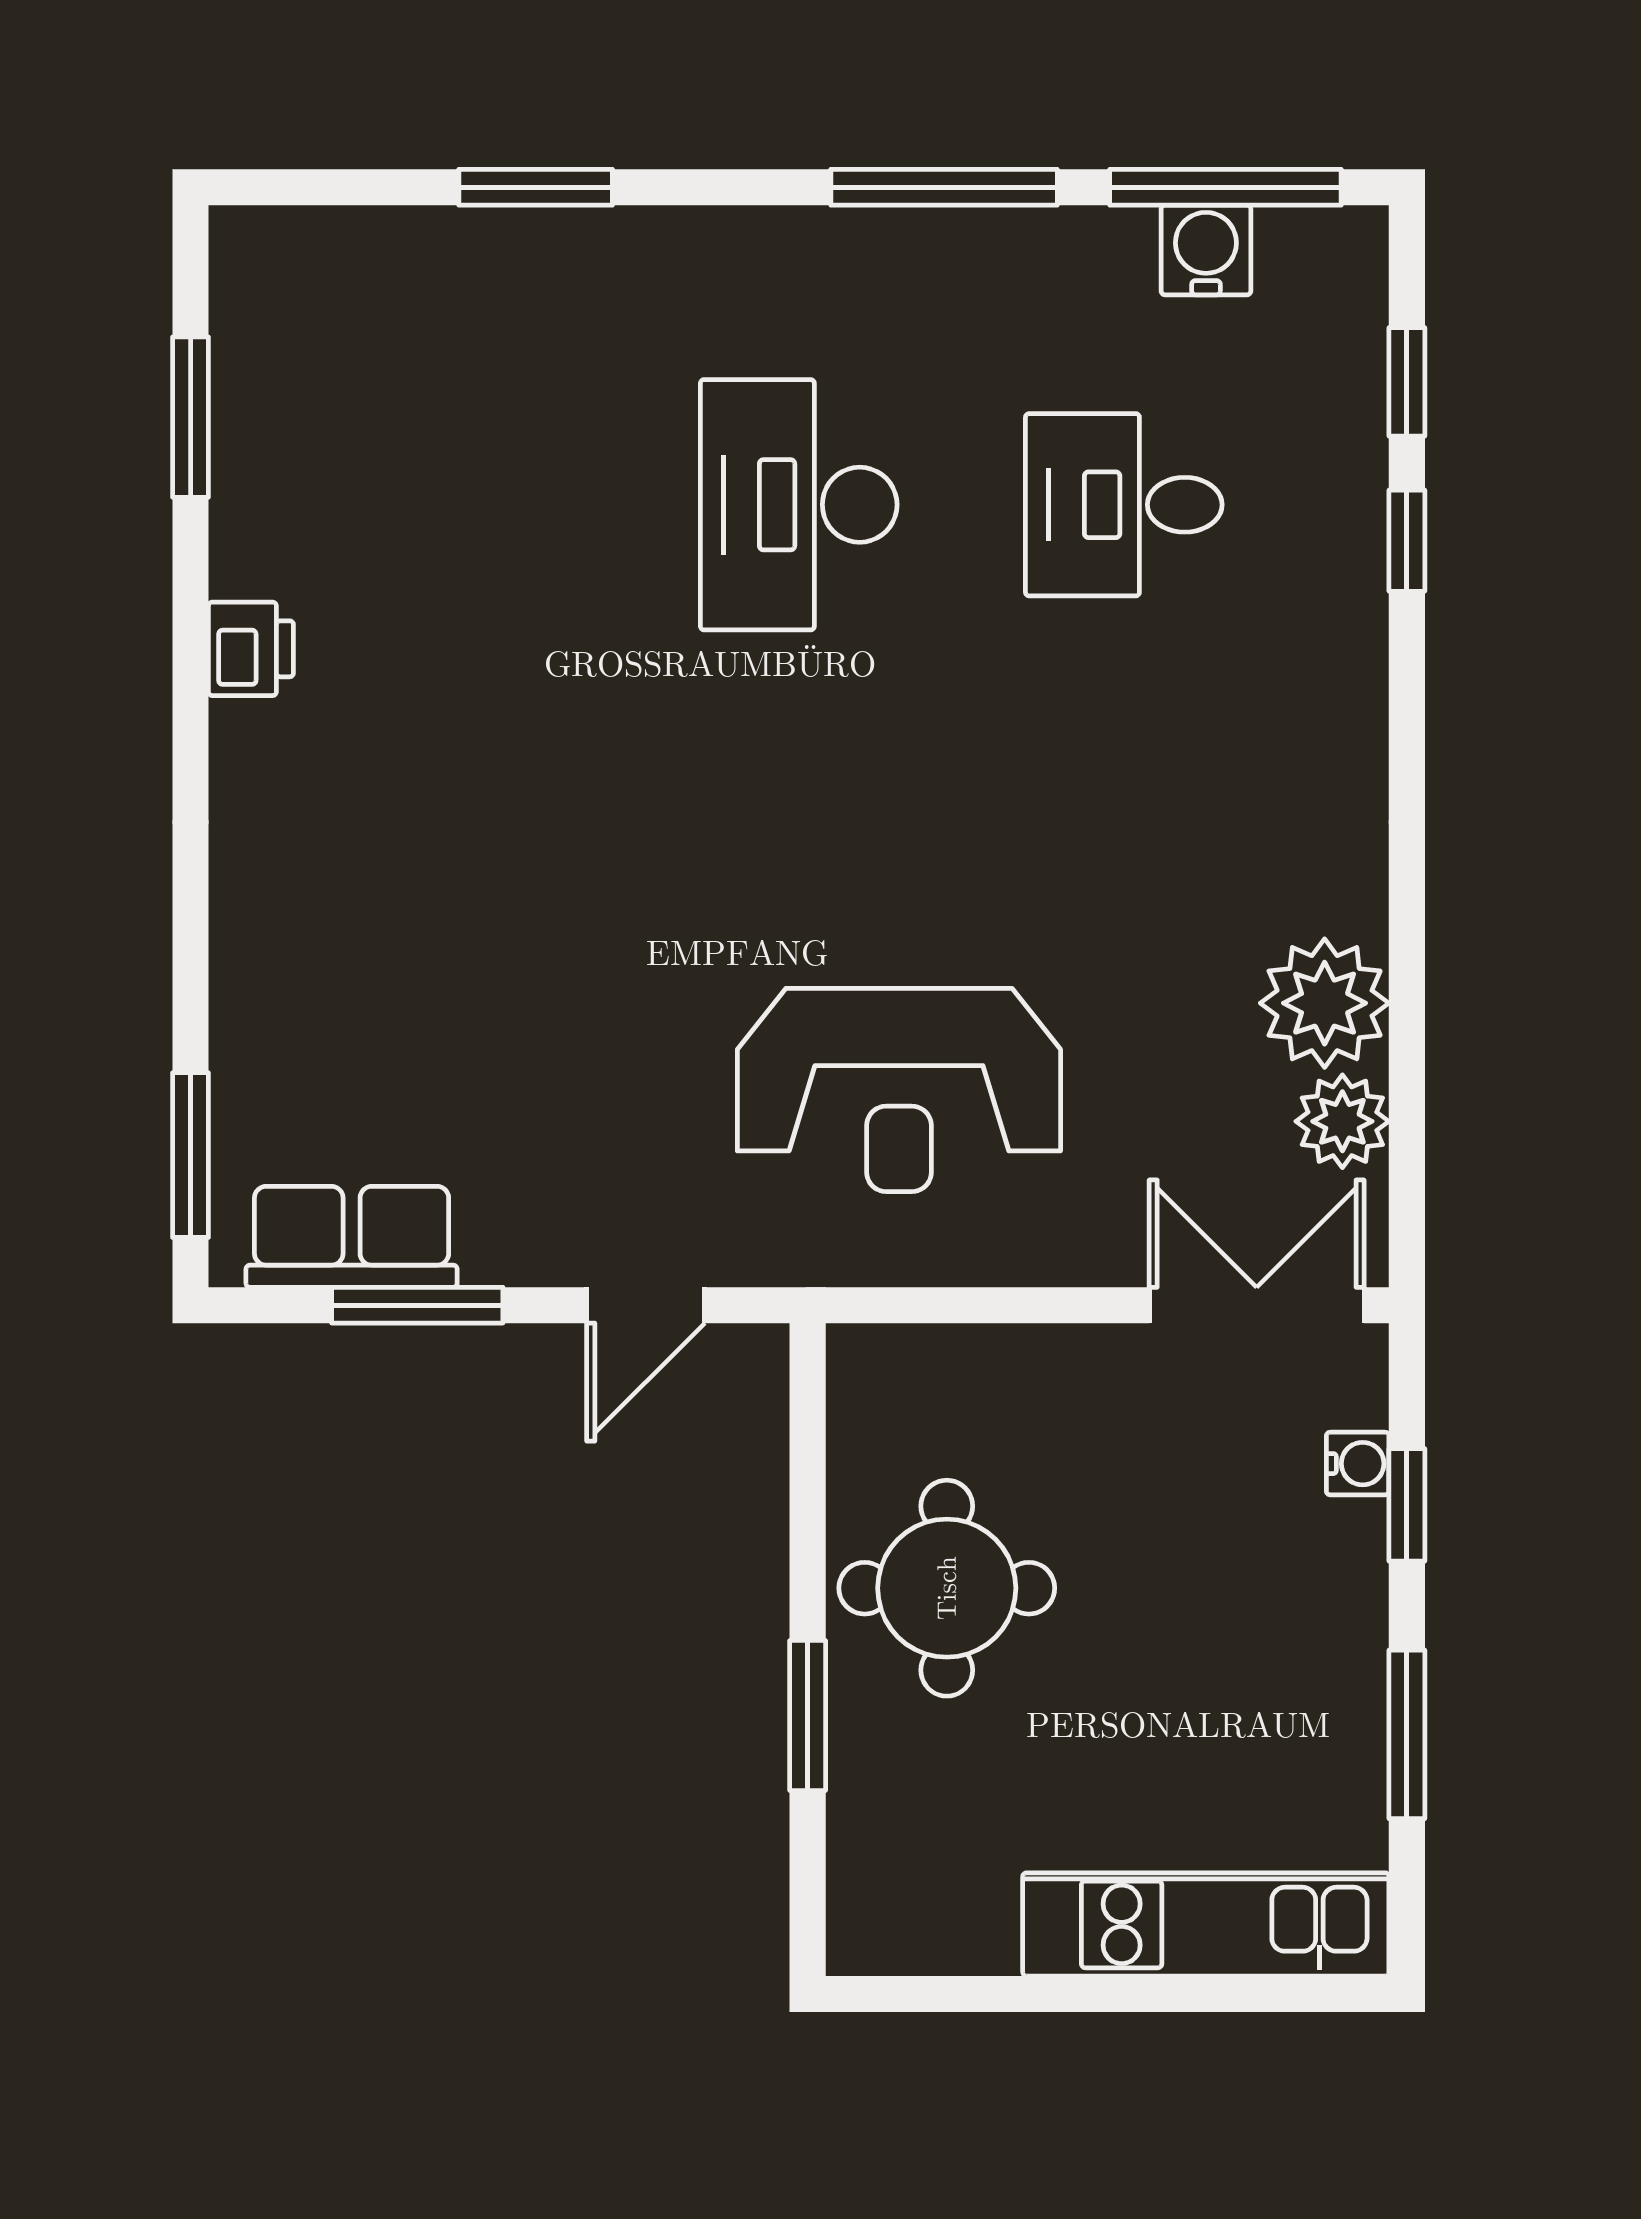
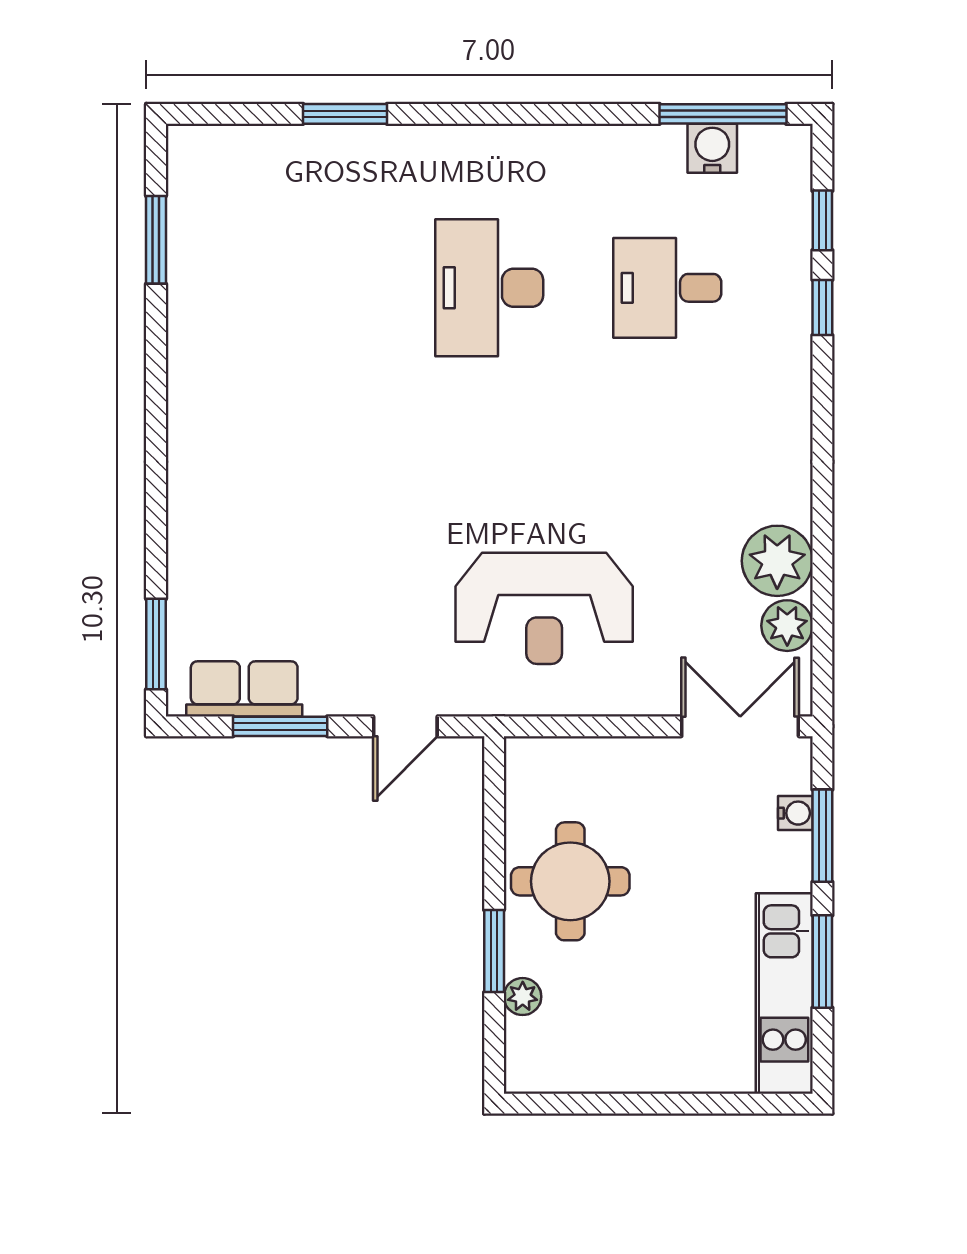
window: (944, 187) -> (569, 114), removed
printer: (251, 649) -> (189, 367), removed
window: (1407, 1505) -> (822, 836), width x1.50
plant: (860, 1798) -> (523, 997), added
kitchen unit: (1206, 1924) -> (784, 993), moved, turned -90

